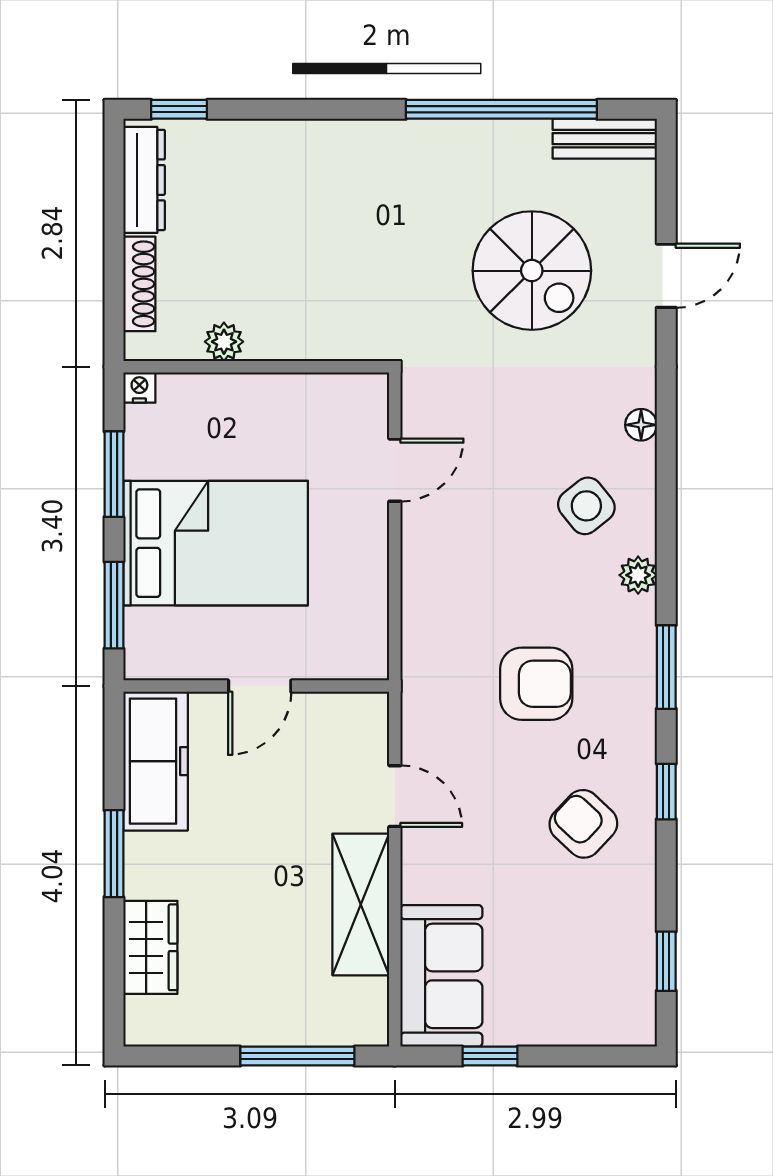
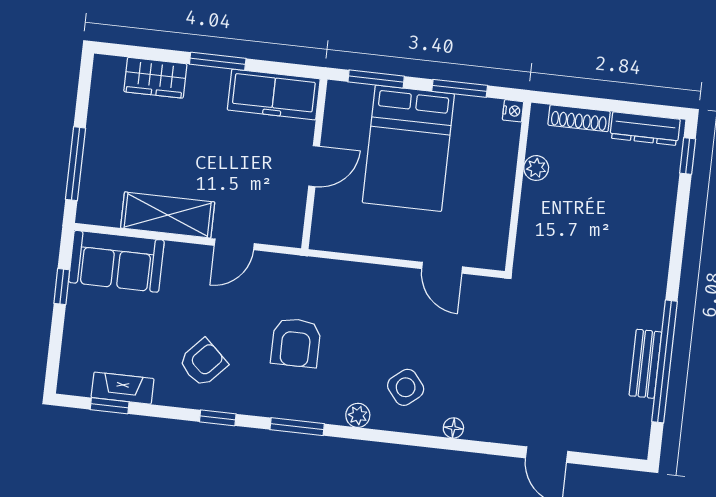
bench: (605, 139) -> (645, 364), moved
spiral stairs: (532, 271) -> (560, 369), removed
door: (260, 686) -> (314, 166), swing flipped
fireplace: (637, 944) -> (123, 388), added

